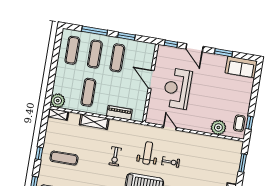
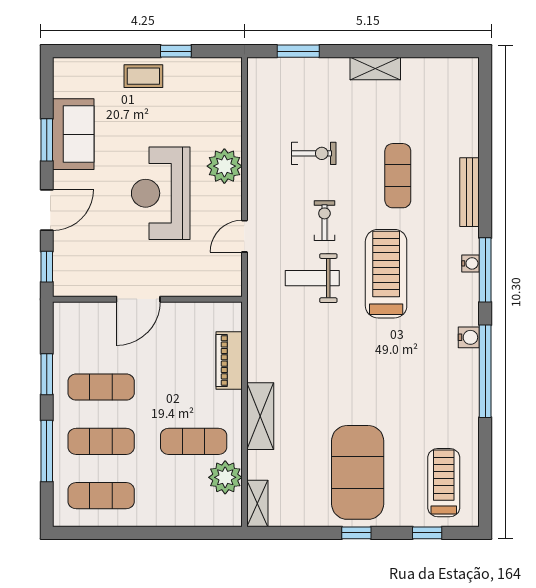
sofa: (241, 67) -> (73, 134), moved
reception desk: (177, 88) -> (161, 193), moved, turned 90
plant: (58, 101) -> (225, 477), moved
coffee table: (239, 123) -> (143, 76), moved
window: (249, 123) -> (176, 51), moved
plant: (218, 127) -> (224, 166), moved
exercise bike: (115, 156) -> (314, 153), moved
exercise mat: (64, 158) -> (358, 472), width x2.00, depth x1.45

